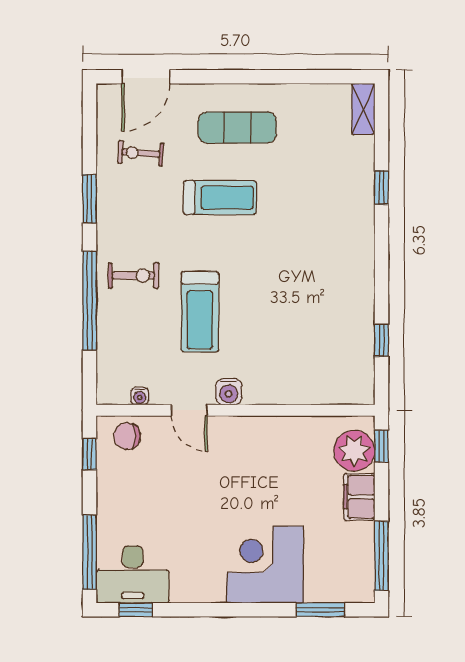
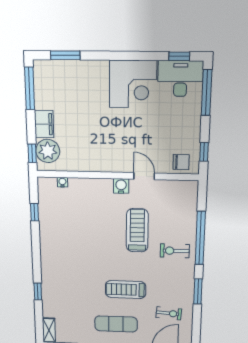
water cooler: (140, 396) -> (62, 182), moved
corner desk: (265, 565) -> (133, 84), moved

